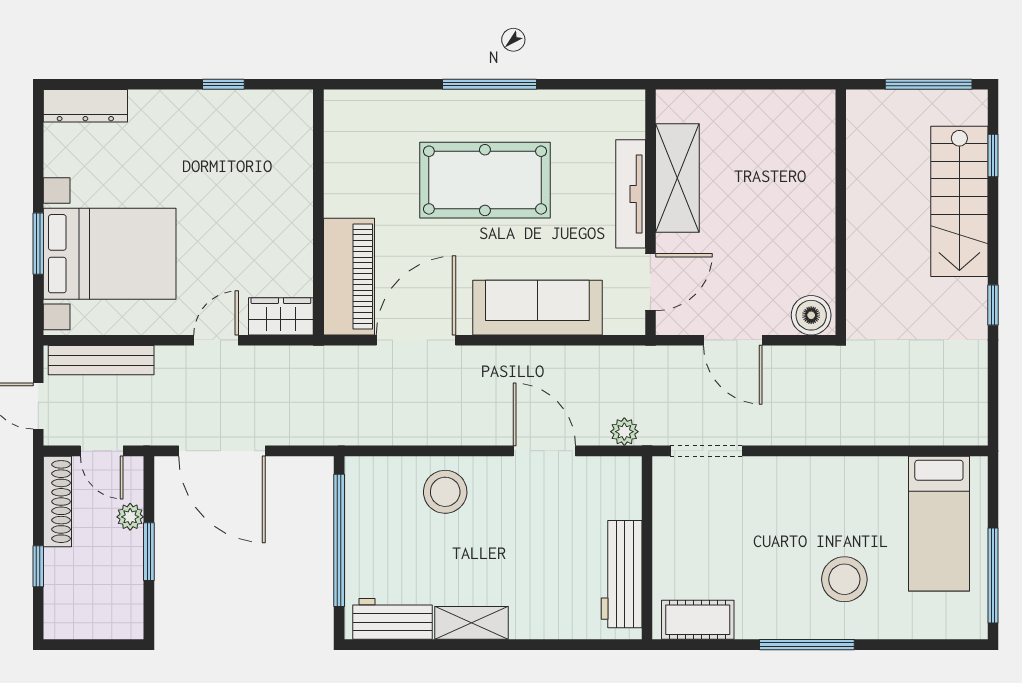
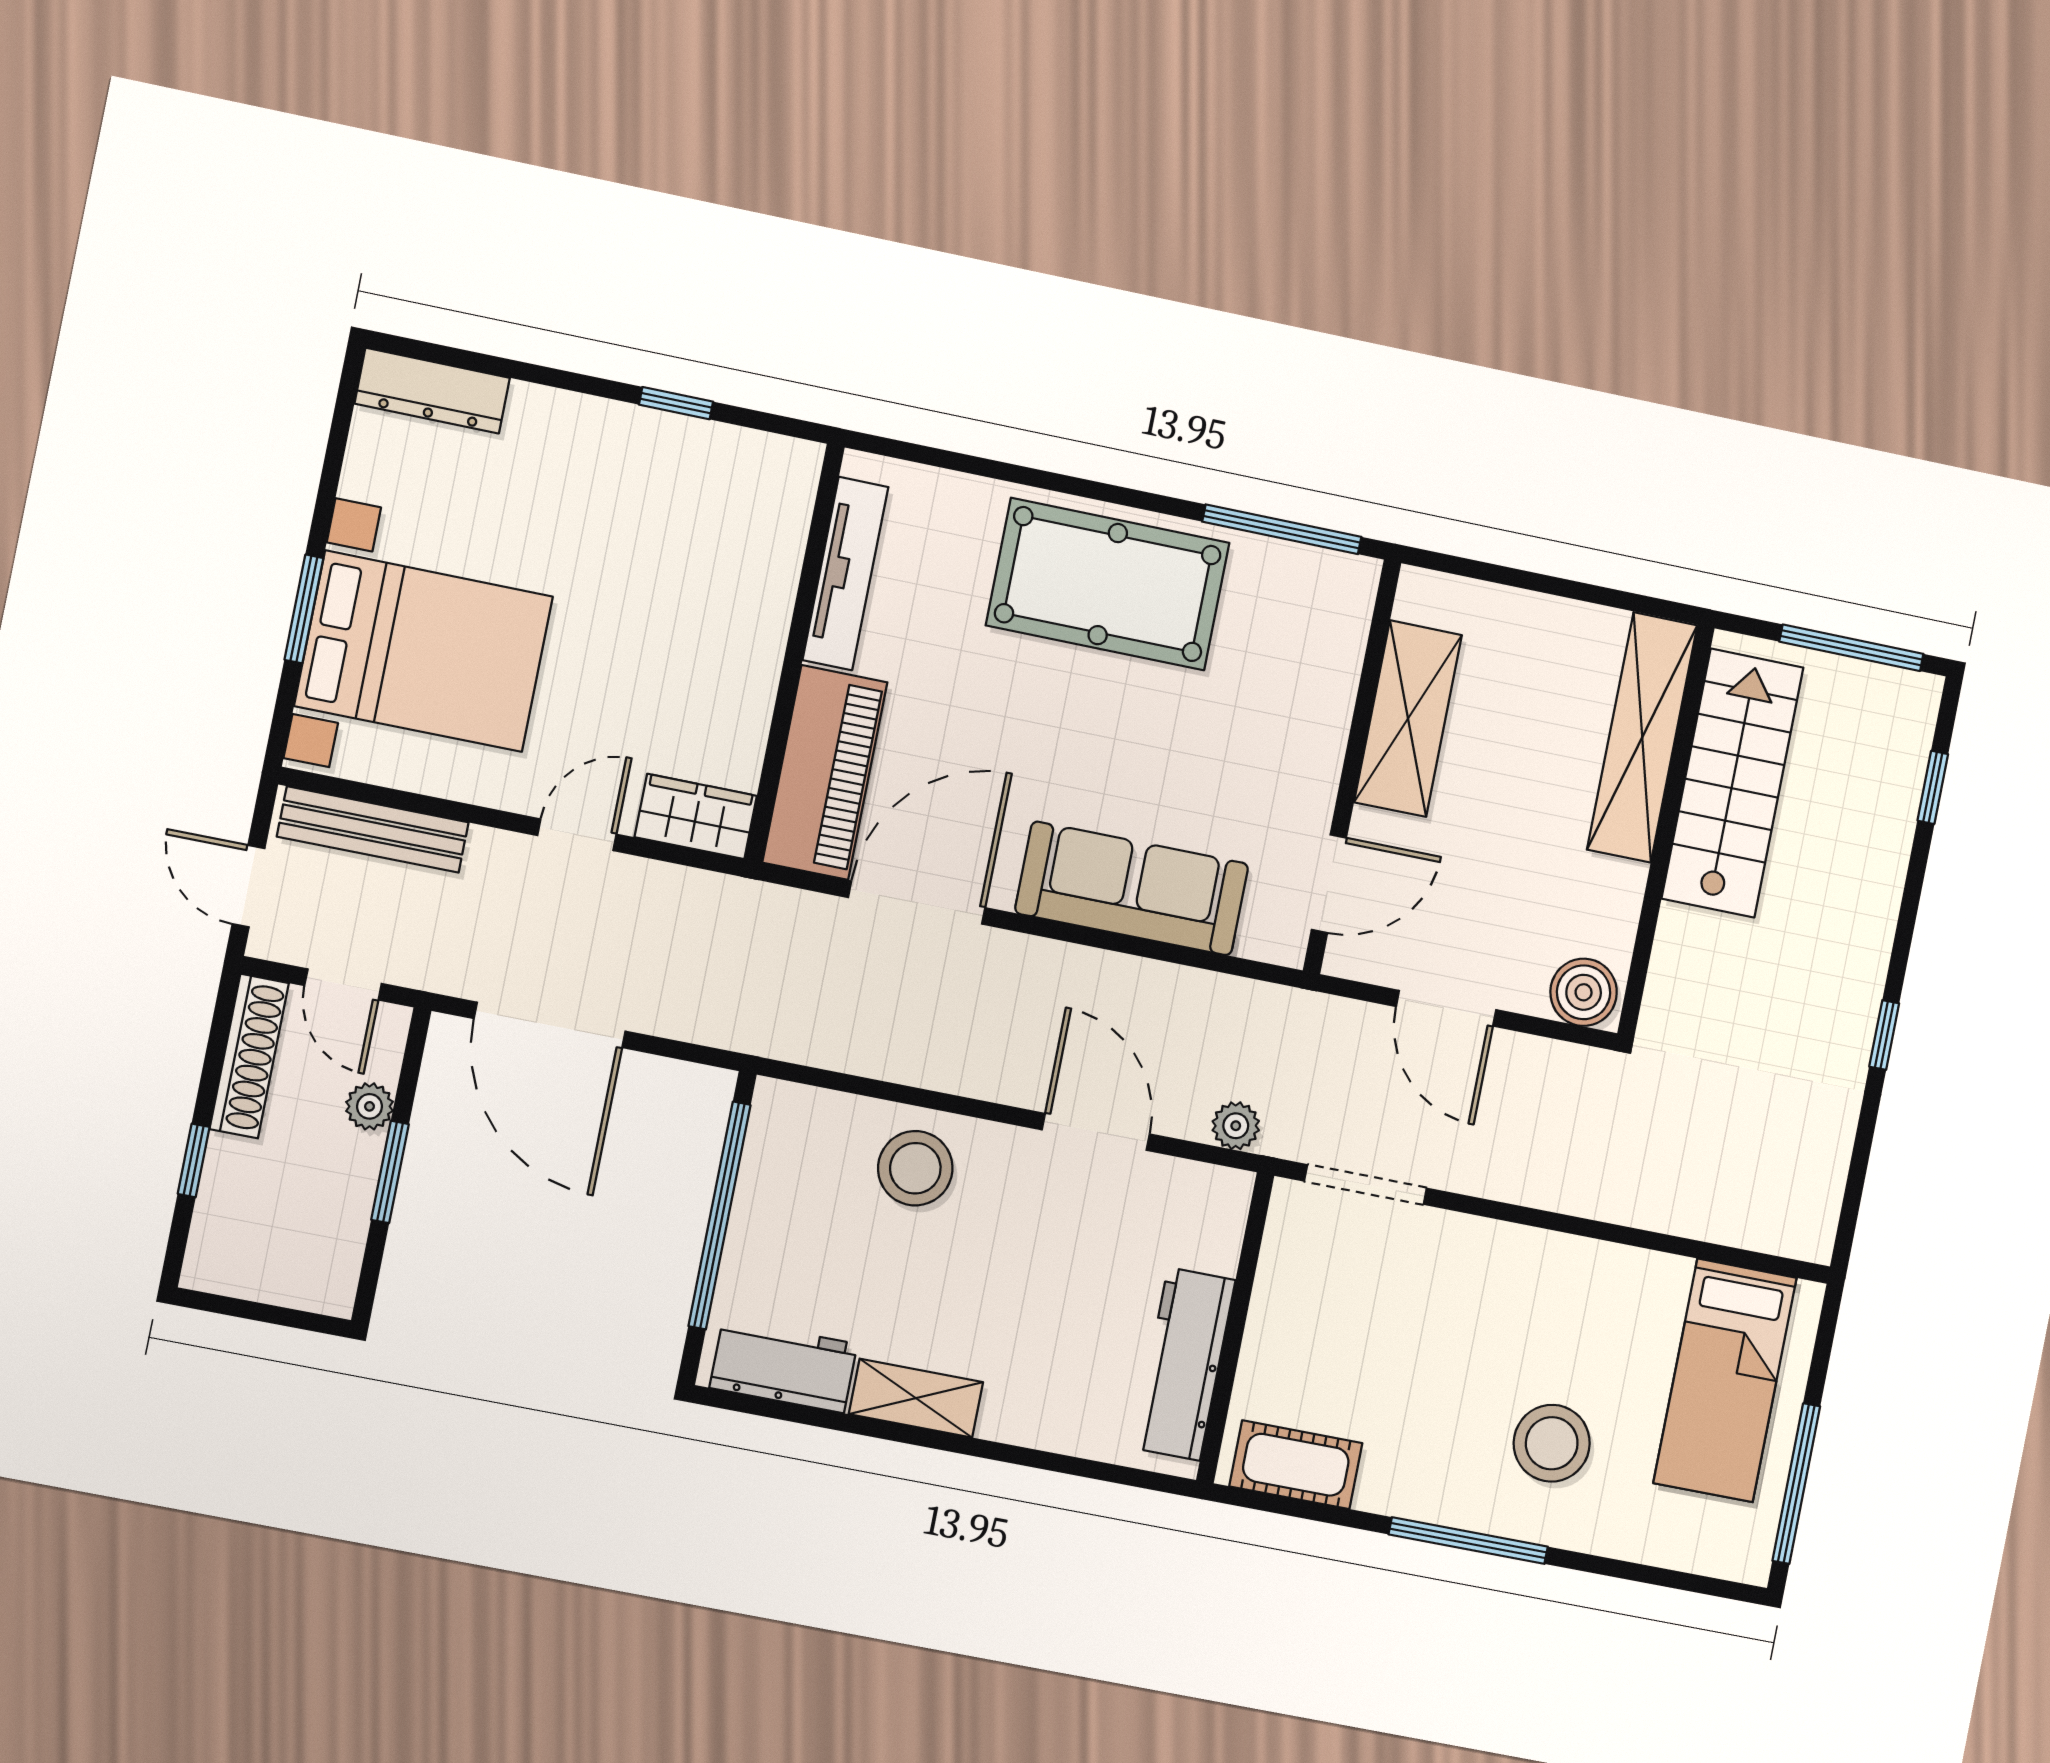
window: (489, 84) -> (1282, 529), moved
shelving: (816, 161) -> (1642, 737), added
pool table: (485, 180) -> (1108, 584), moved
tv unit: (631, 194) -> (845, 574), moved, turned 180
stairs: (959, 201) -> (1732, 783), moved, turned 180

